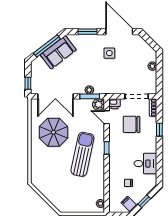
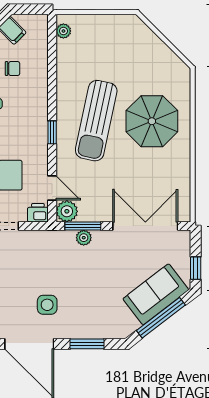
sofa: (58, 52) -> (156, 294), moved
window: (28, 83) -> (196, 268), moved
parasol: (53, 132) -> (152, 121), moved

